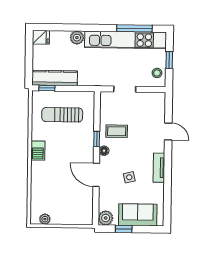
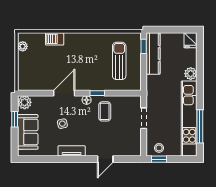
window: (169, 60) -> (159, 159), moved
barbecue: (38, 151) -> (55, 39), moved

